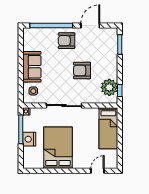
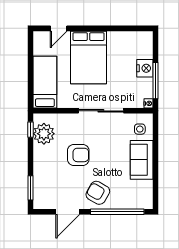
armchair: (66, 41) -> (98, 193), turned -150
bed: (58, 148) -> (89, 57), moved

